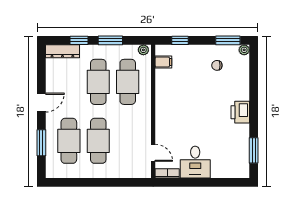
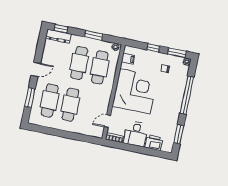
window: (79, 40) -> (61, 29), moved
window: (180, 40) -> (153, 48), moved
window: (254, 95) -> (187, 95), added
corner desk: (182, 105) -> (135, 91), added
printer: (240, 112) -> (154, 143), moved, turned 90
door: (153, 153) -> (107, 121), swing flipped

